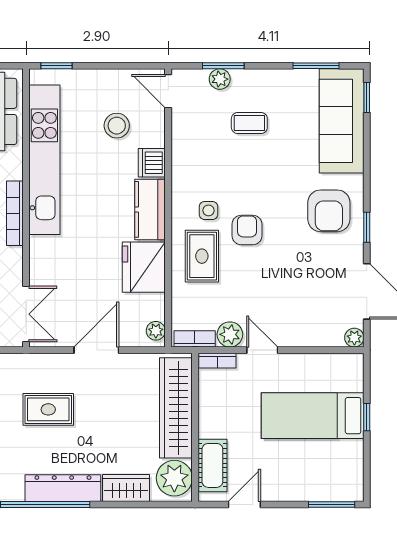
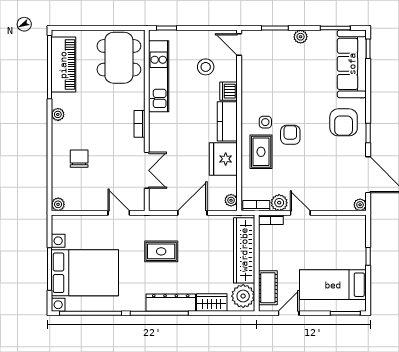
plant: (220, 79) -> (301, 37), moved
coffee table: (249, 123) -> (292, 65), removed
kitchen unit: (44, 160) -> (159, 76), width x0.73
bookcase: (15, 213) -> (139, 124), width x0.64
double door: (26, 314) -> (147, 170), moved
bed: (313, 416) -> (333, 285), moved

